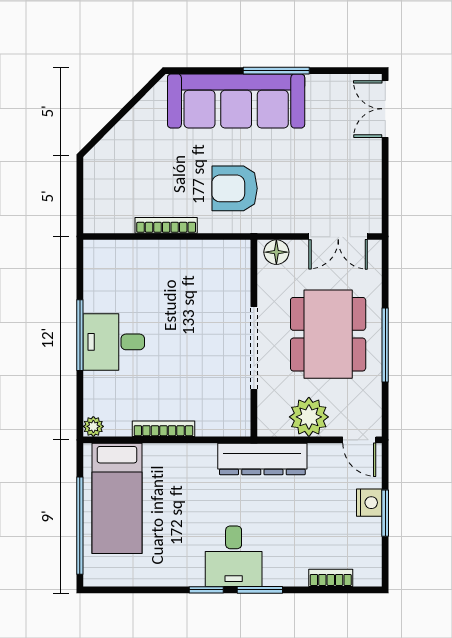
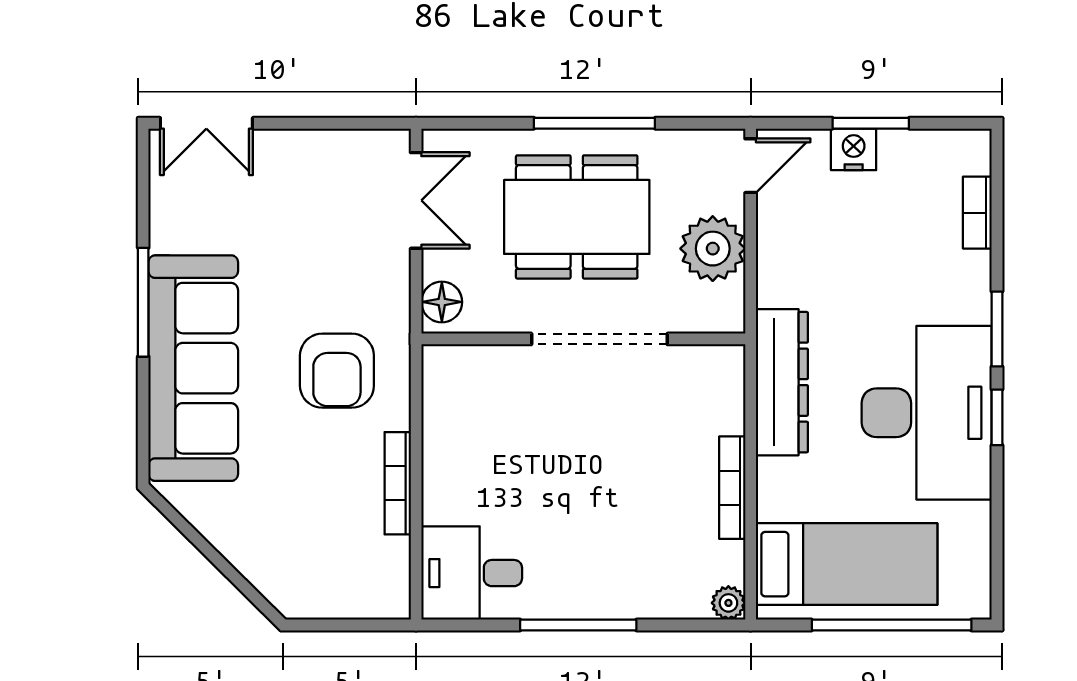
desk: (114, 342) -> (472, 573), moved, turned 90
dresser: (262, 459) -> (782, 382), moved
desk: (234, 556) -> (927, 413), width x1.87, depth x1.30

